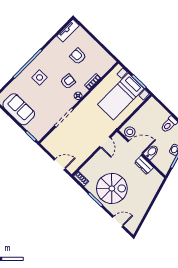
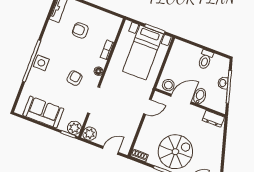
side table: (40, 77) -> (41, 63), moved
armchair: (68, 81) -> (75, 78), moved
plant: (38, 133) -> (74, 128), added
door: (105, 142) -> (147, 107), hinge flipped
plant: (49, 143) -> (90, 134), added
dresser: (144, 165) -> (213, 119), moved

